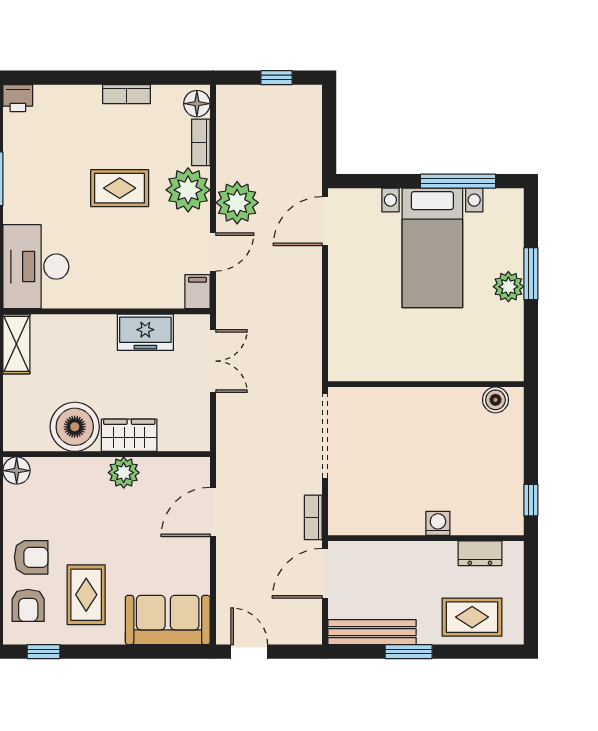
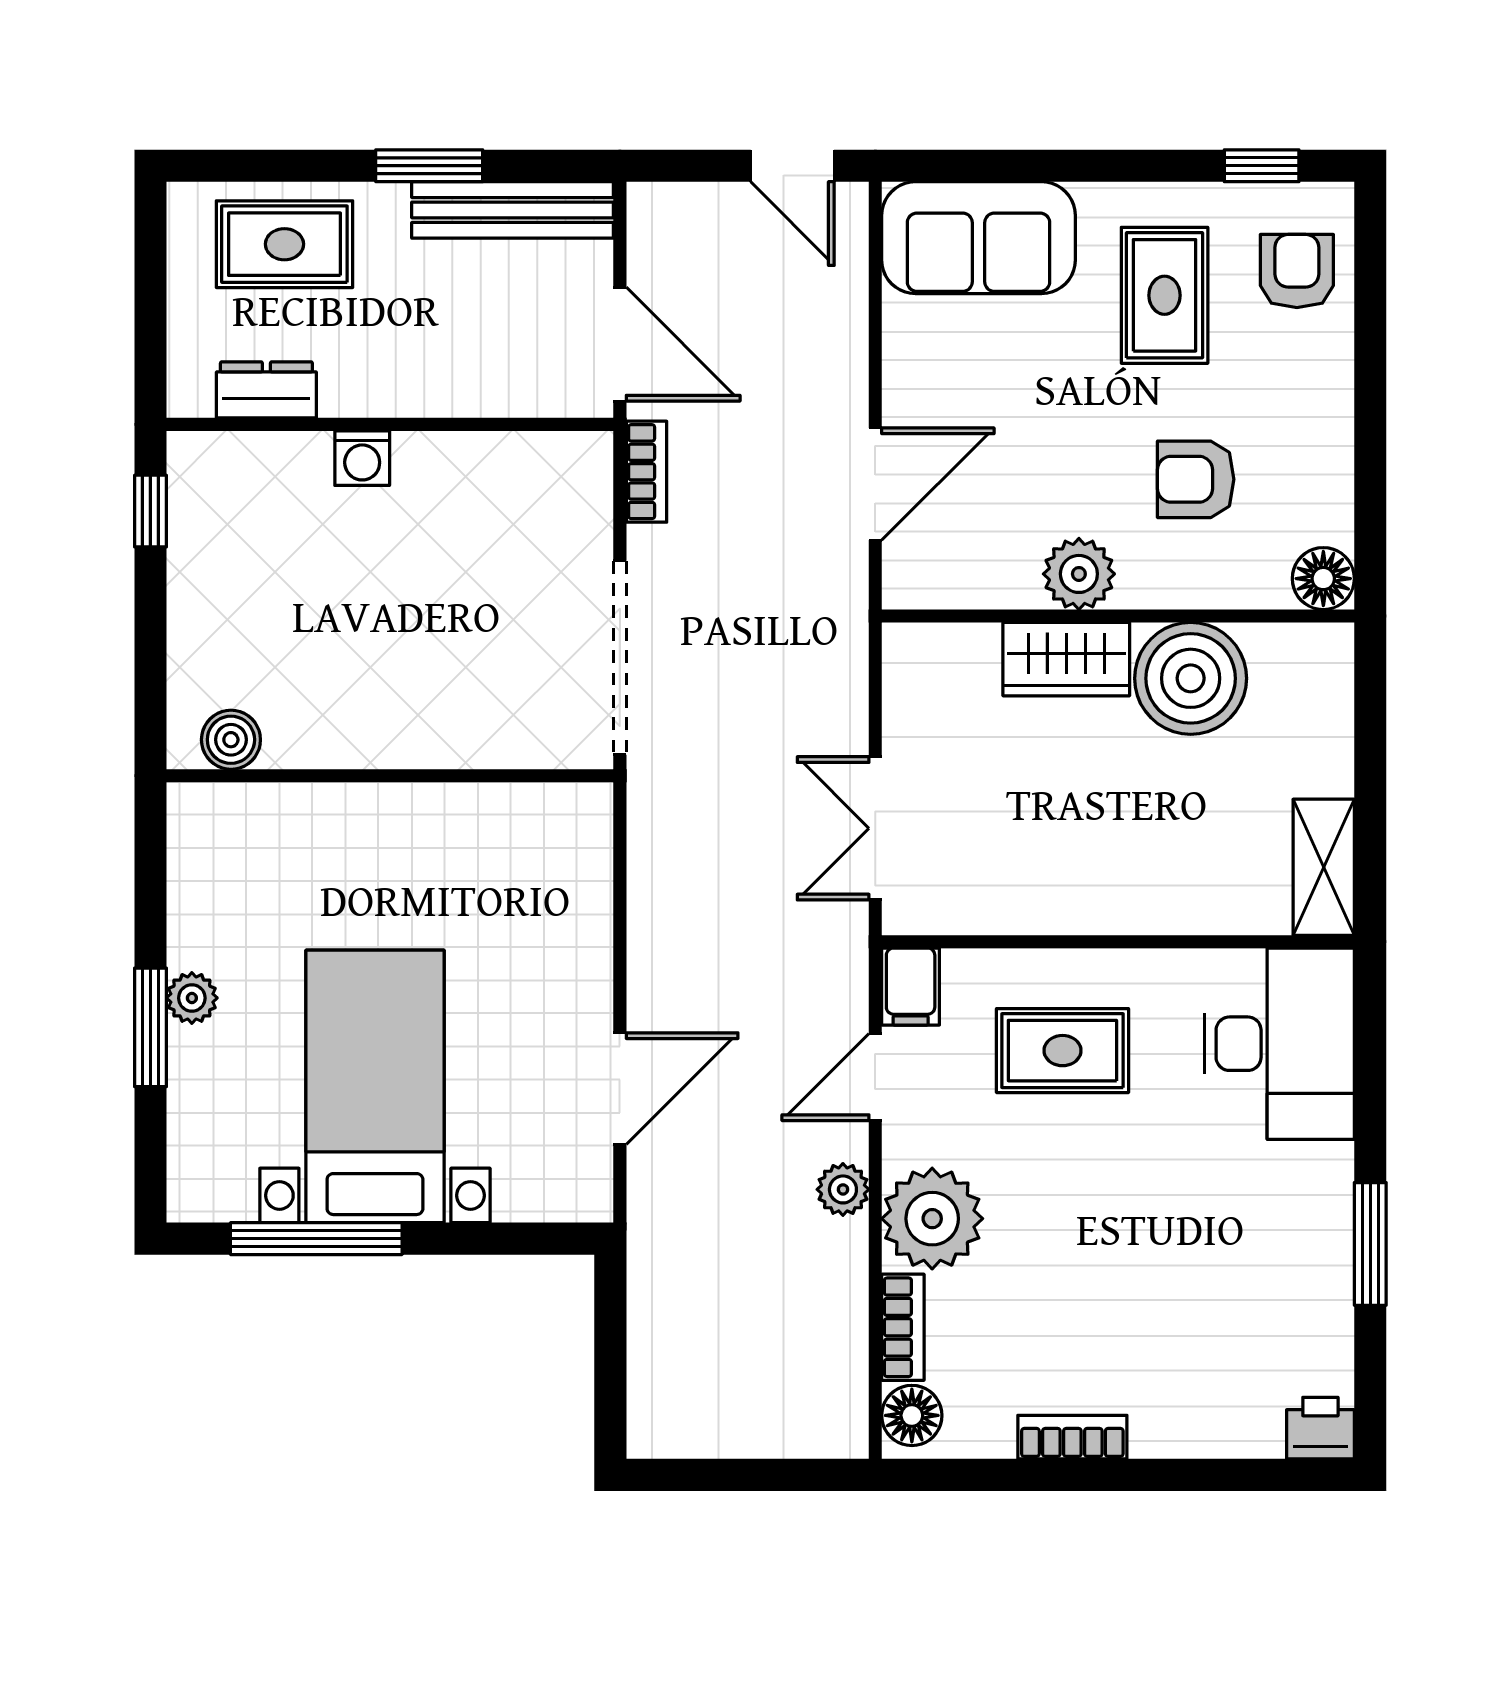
window: (277, 78) -> (730, 1475), removed
rug: (120, 188) -> (1062, 1051), moved
plant: (237, 203) -> (843, 1189), width x0.53, depth x0.53
door: (325, 221) -> (620, 1089), moved
plant: (508, 287) -> (192, 998), width x0.73, depth x0.73
freezer: (145, 332) -> (1030, 894), removed
armchair: (31, 557) -> (1196, 479), moved
door: (325, 573) -> (620, 344), hinge flipped

